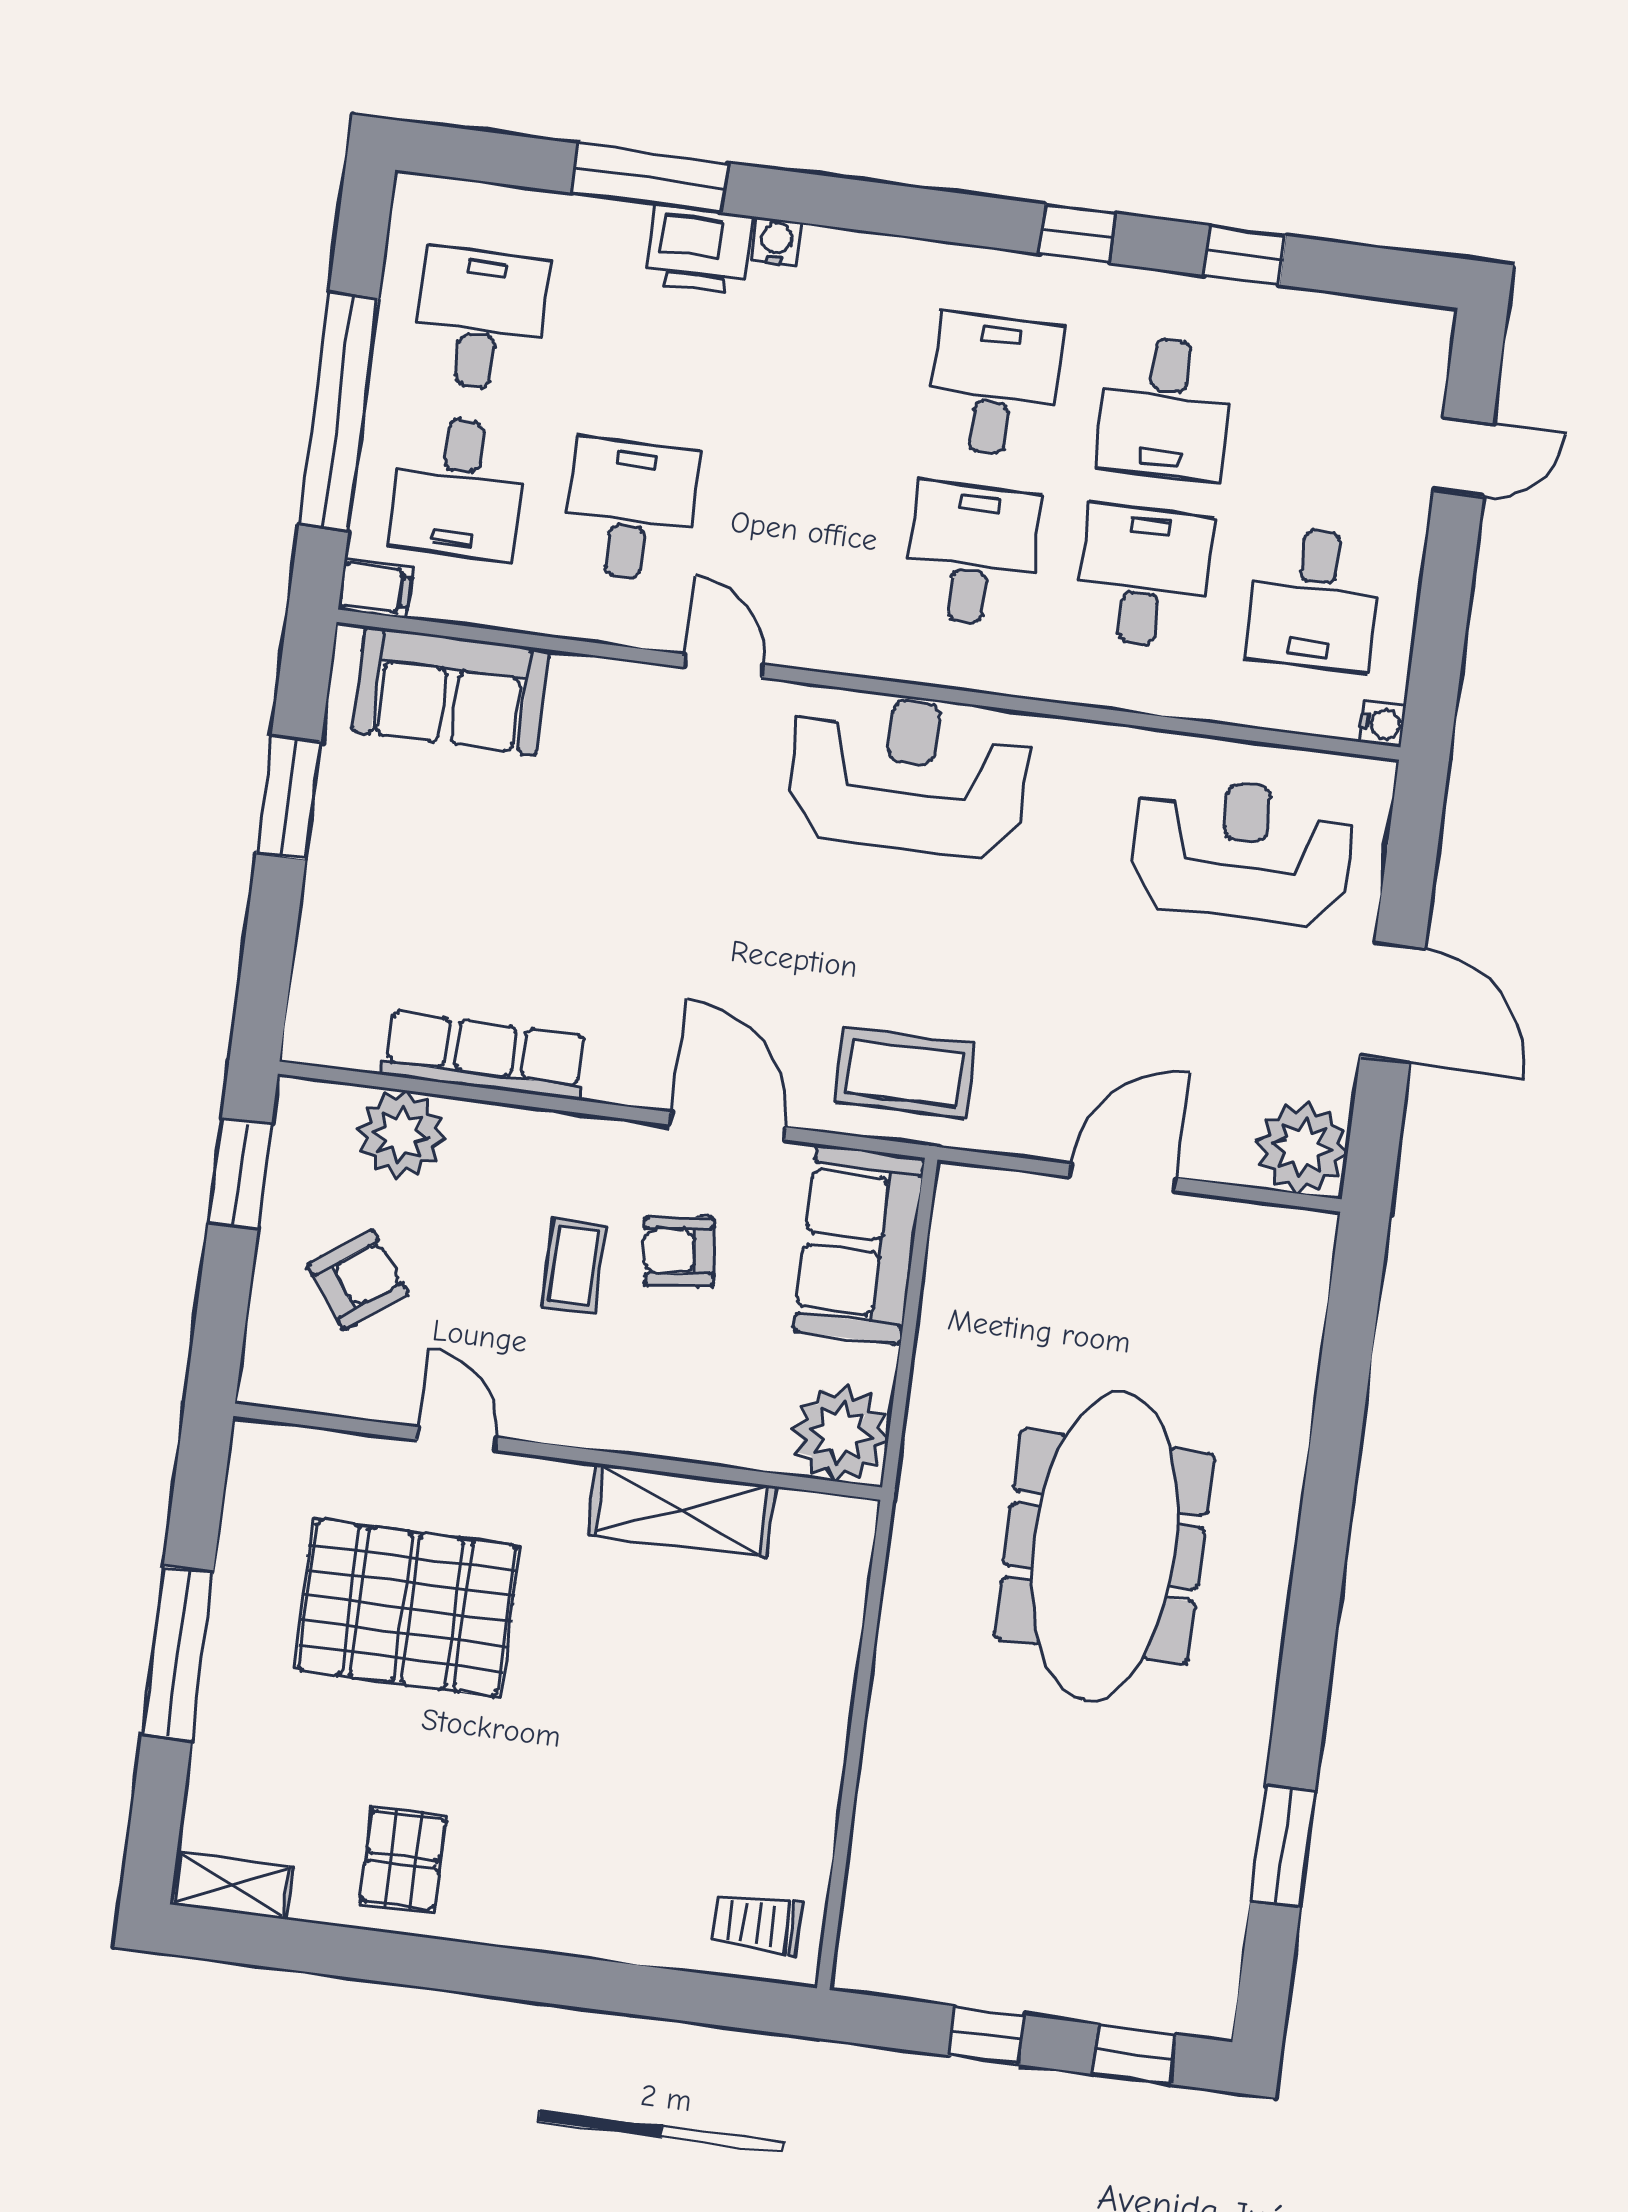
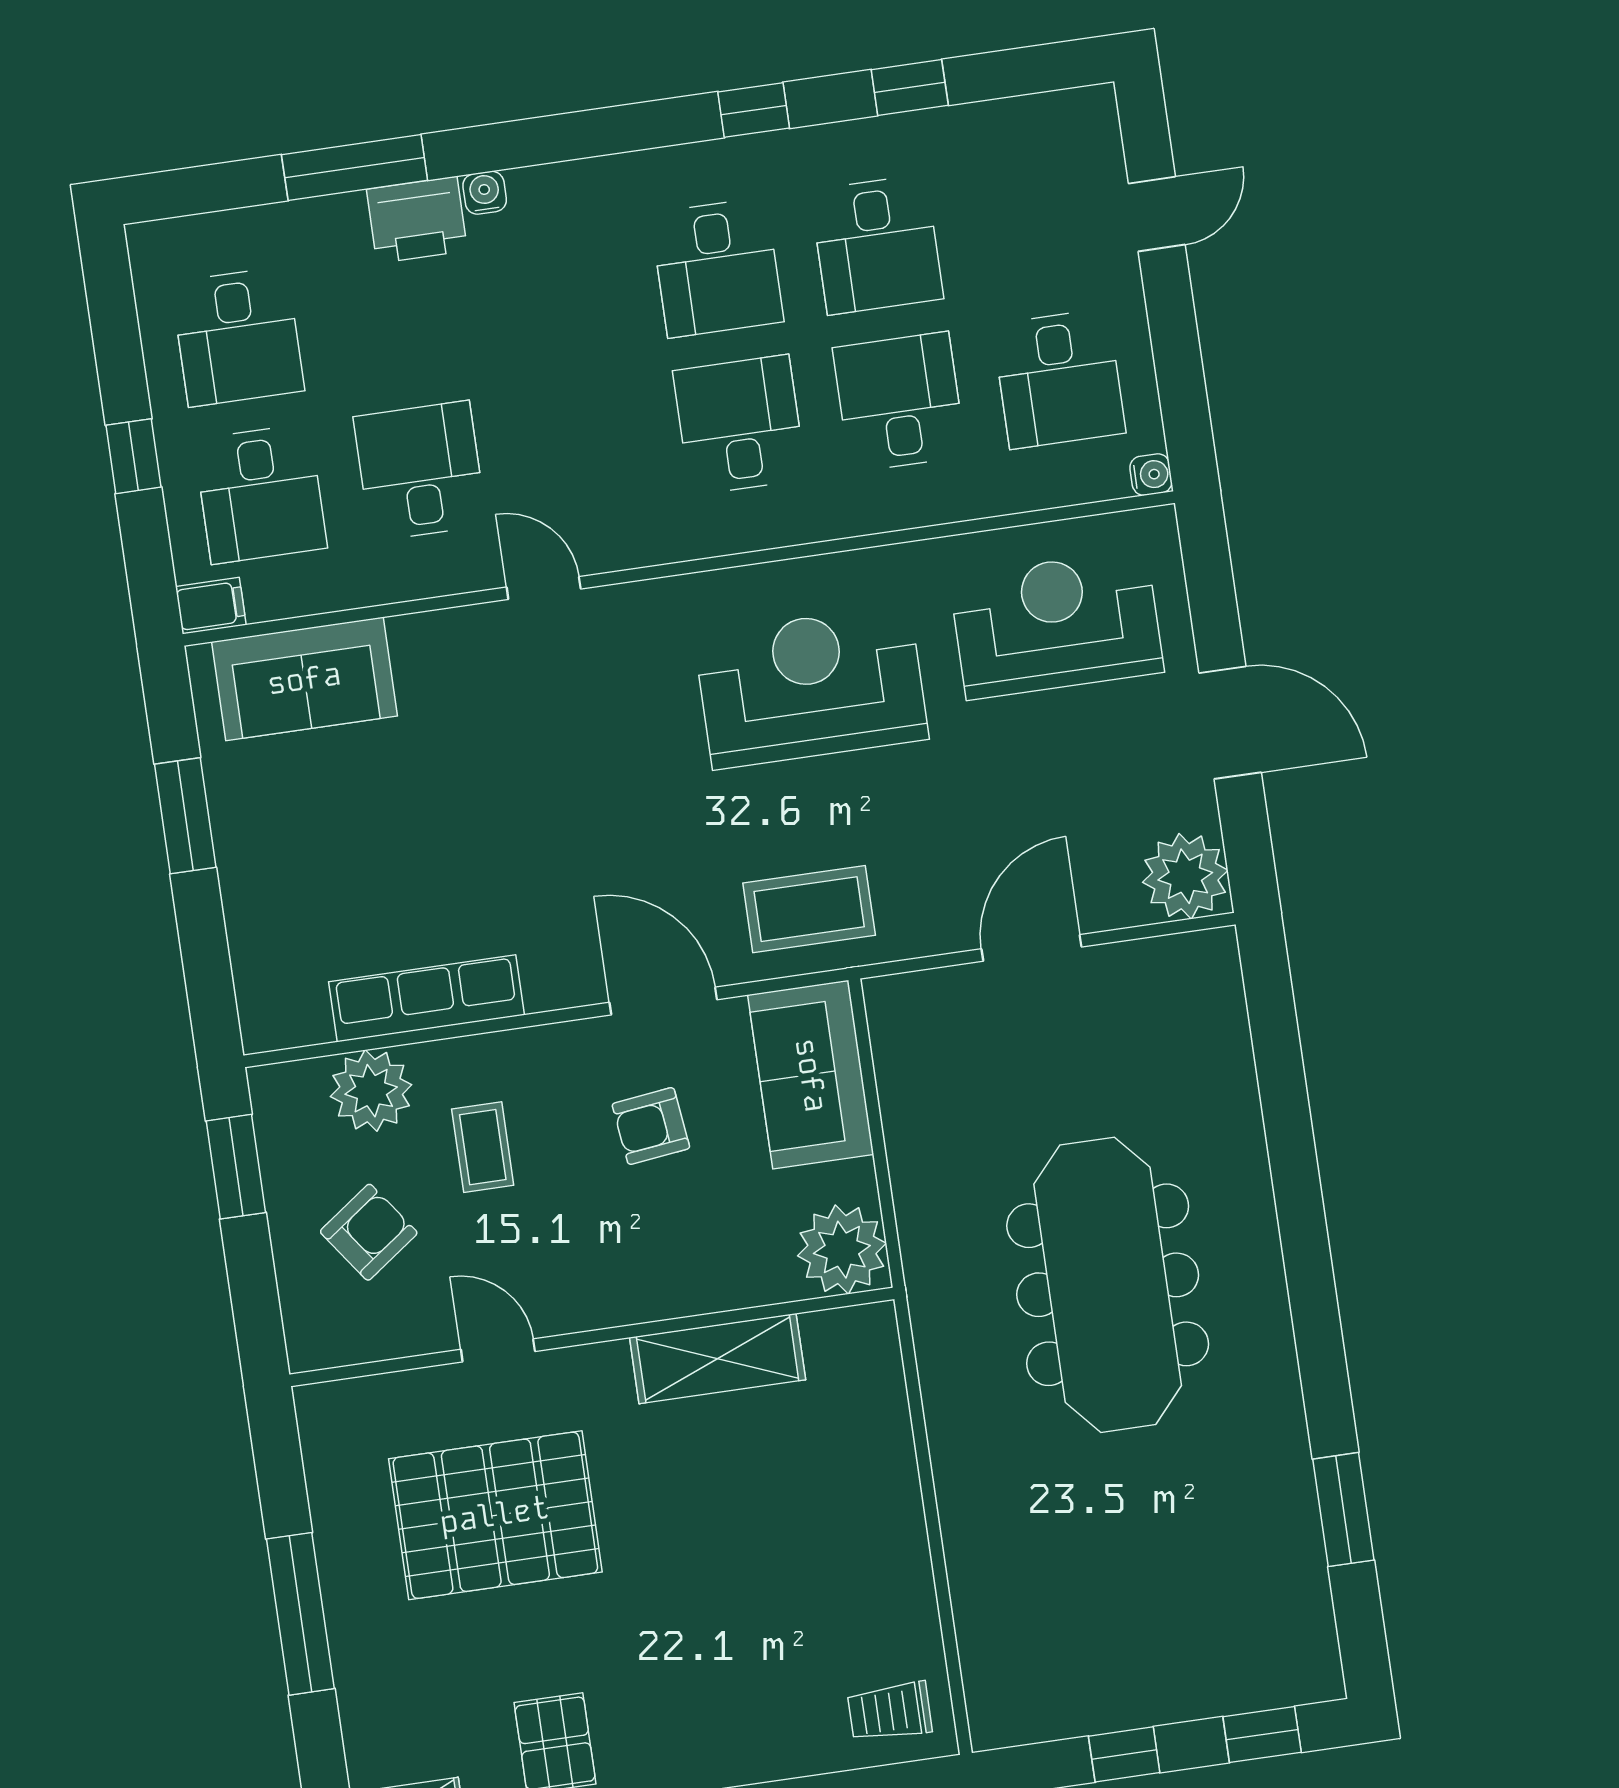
desk: (481, 319) -> (238, 337), turned 180
desk: (994, 385) -> (717, 268), turned 180
window: (339, 412) -> (133, 456), width x0.32
reception desk: (909, 775) -> (811, 687), moved
coffee table: (574, 1266) -> (483, 1147), moved

